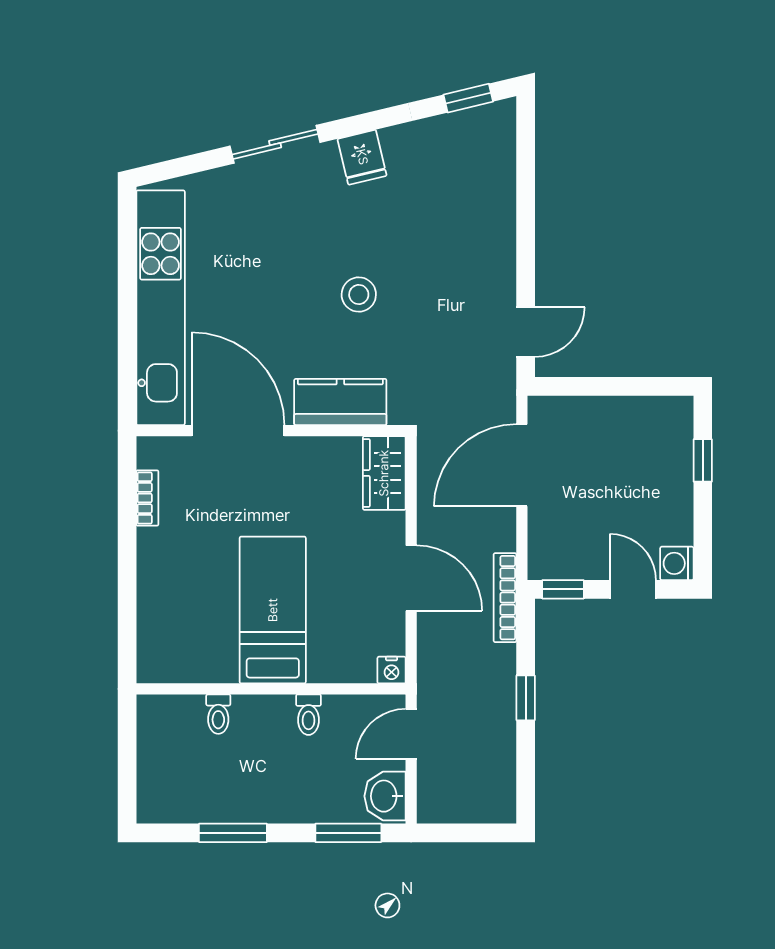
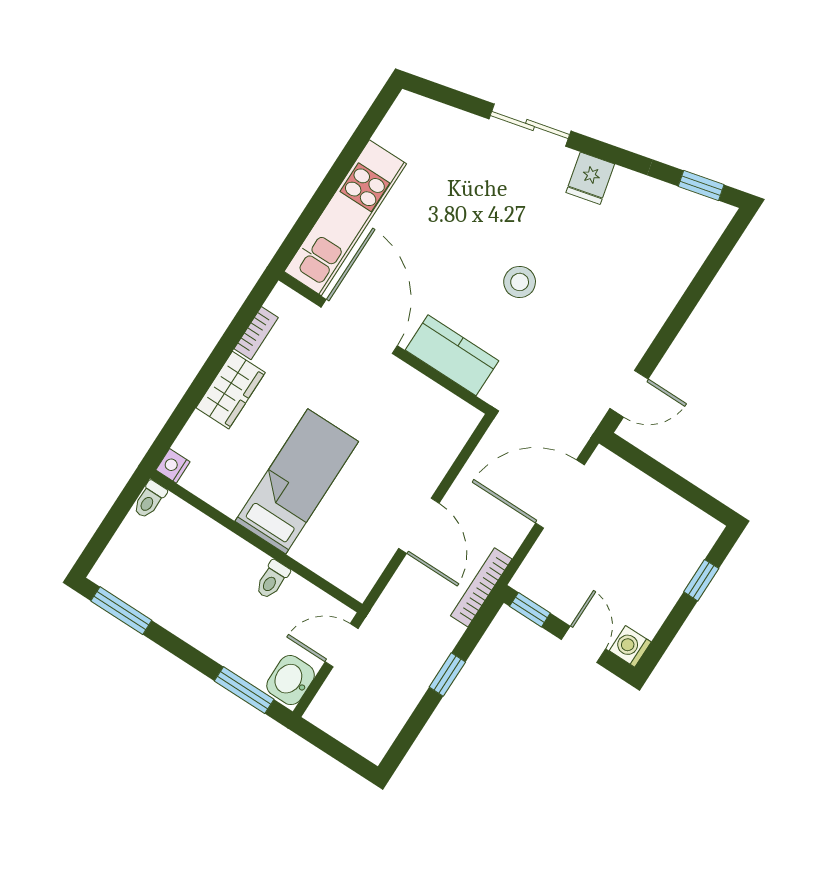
kitchen unit: (161, 308) -> (345, 218), width x0.73
wardrobe: (384, 473) -> (231, 390), moved, turned 180
nightstand: (392, 670) -> (173, 466), moved, turned 90
toilet: (218, 714) -> (150, 500), moved
window: (233, 833) -> (121, 611), moved

